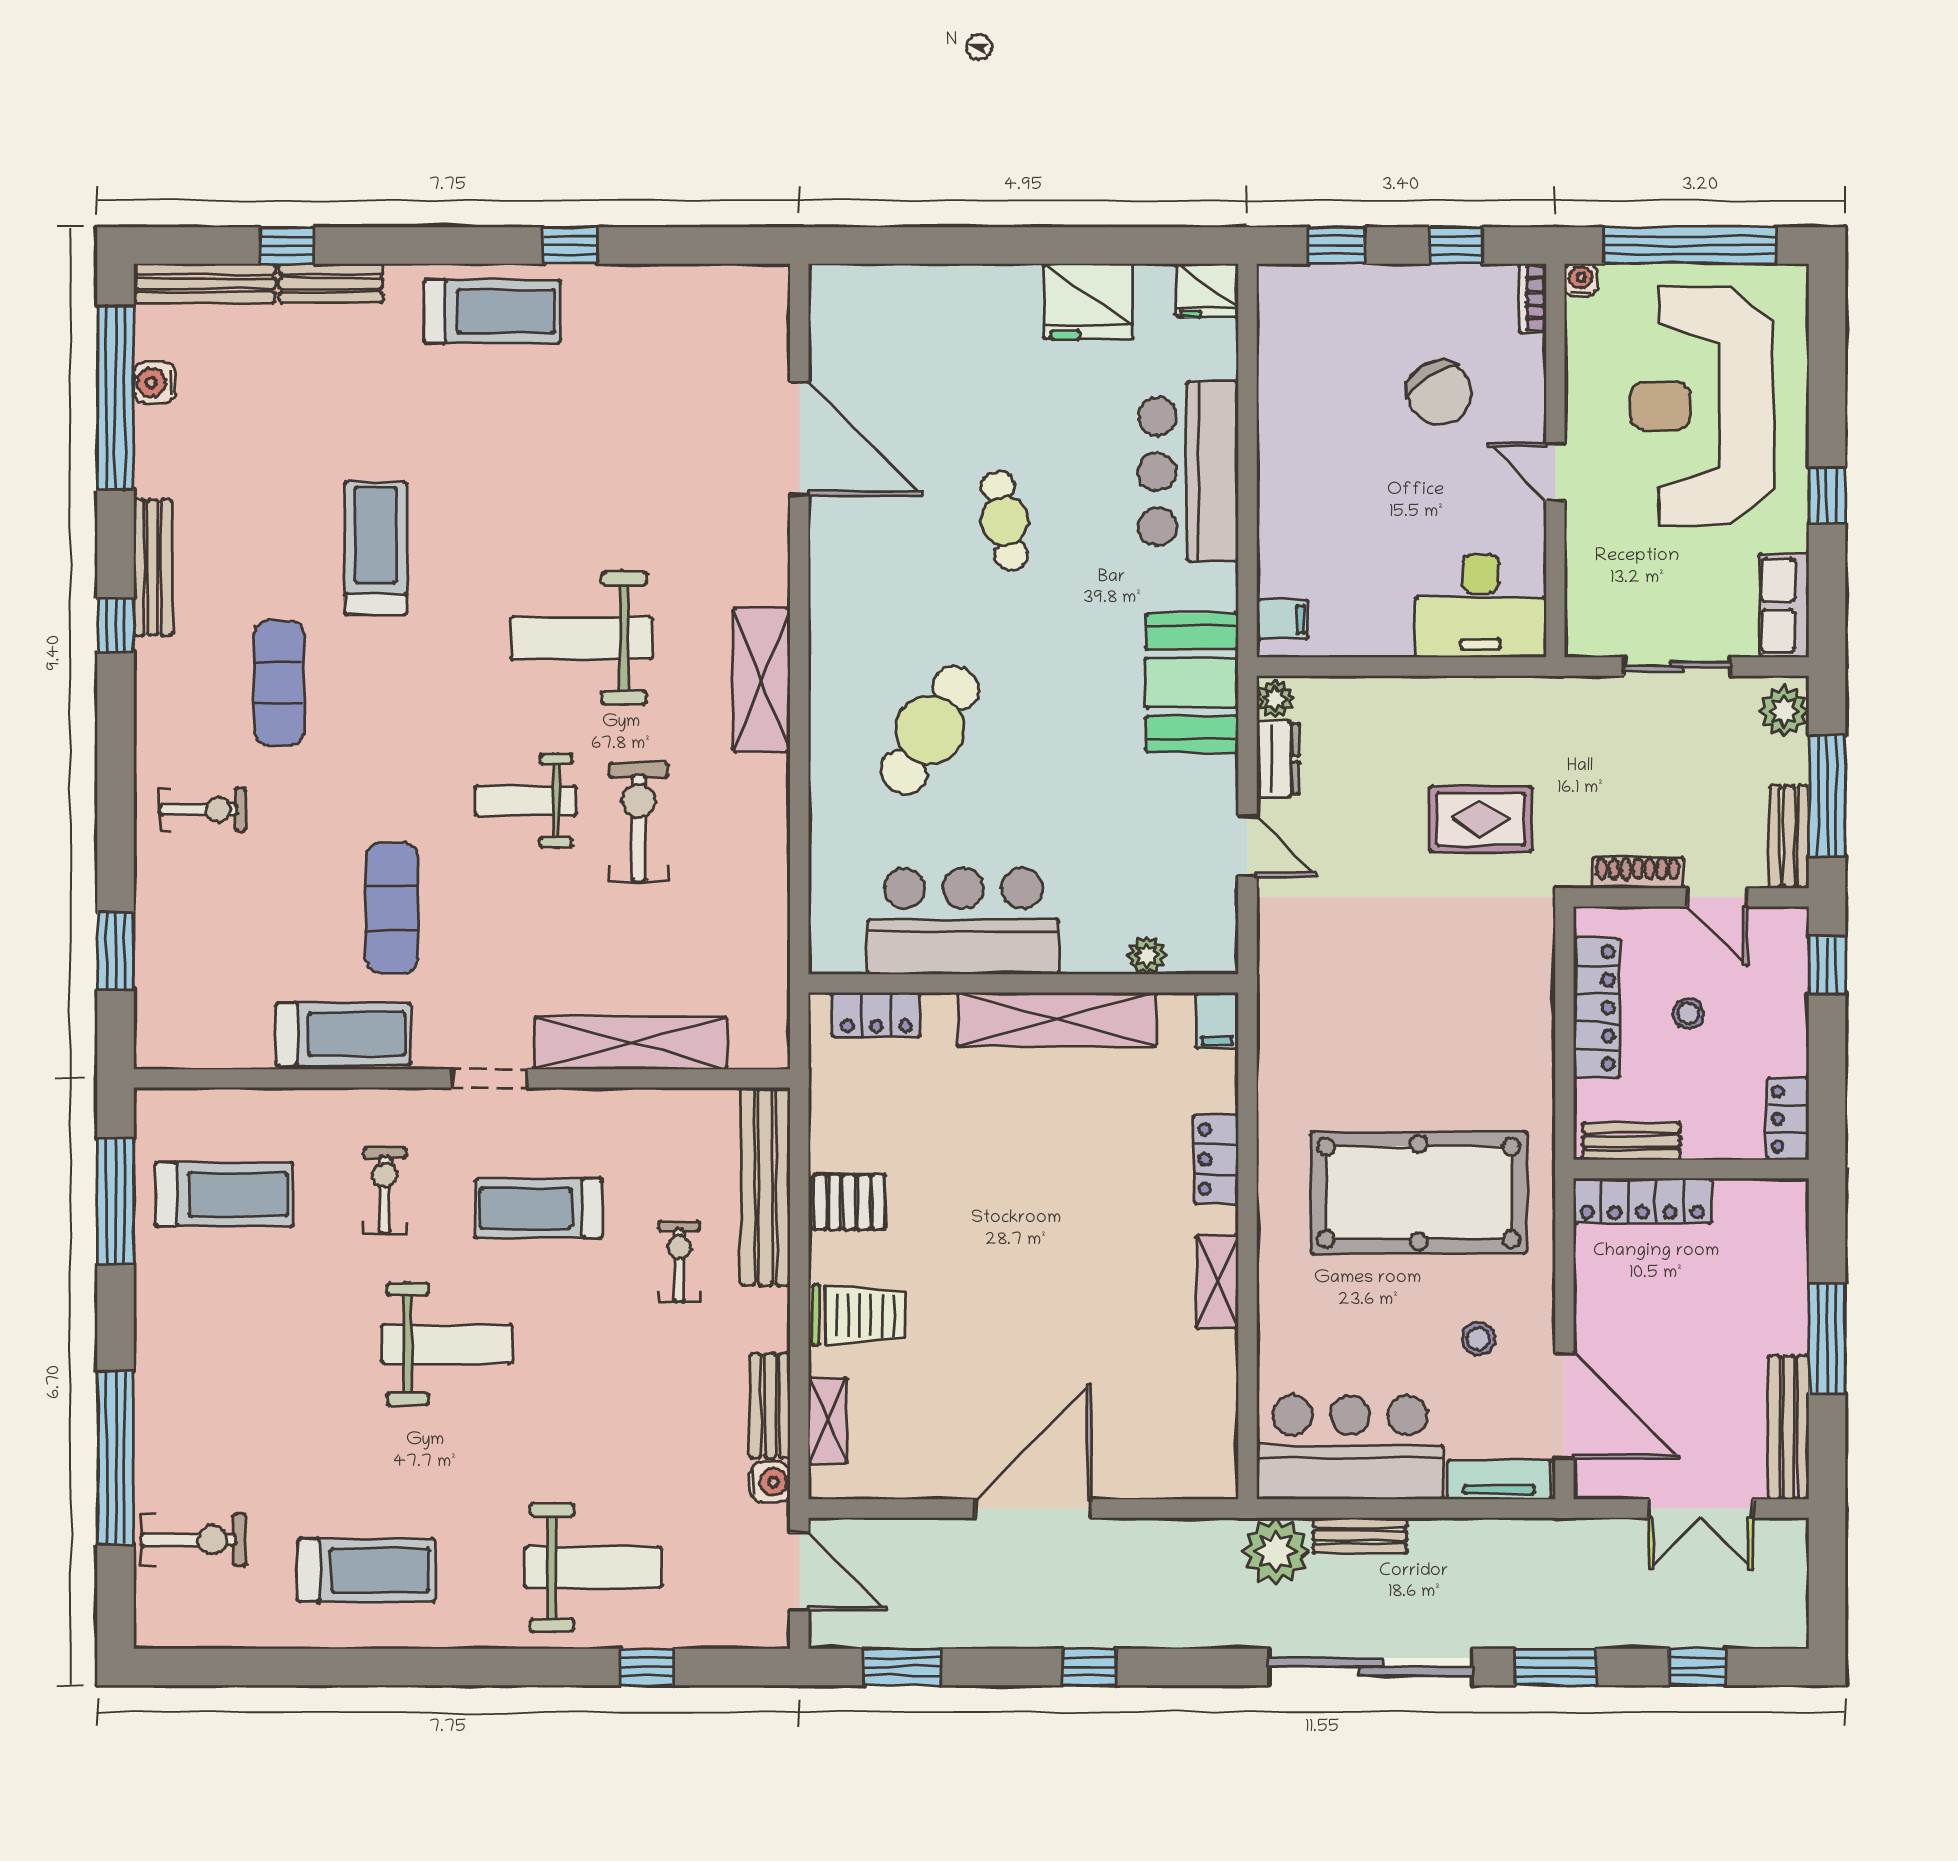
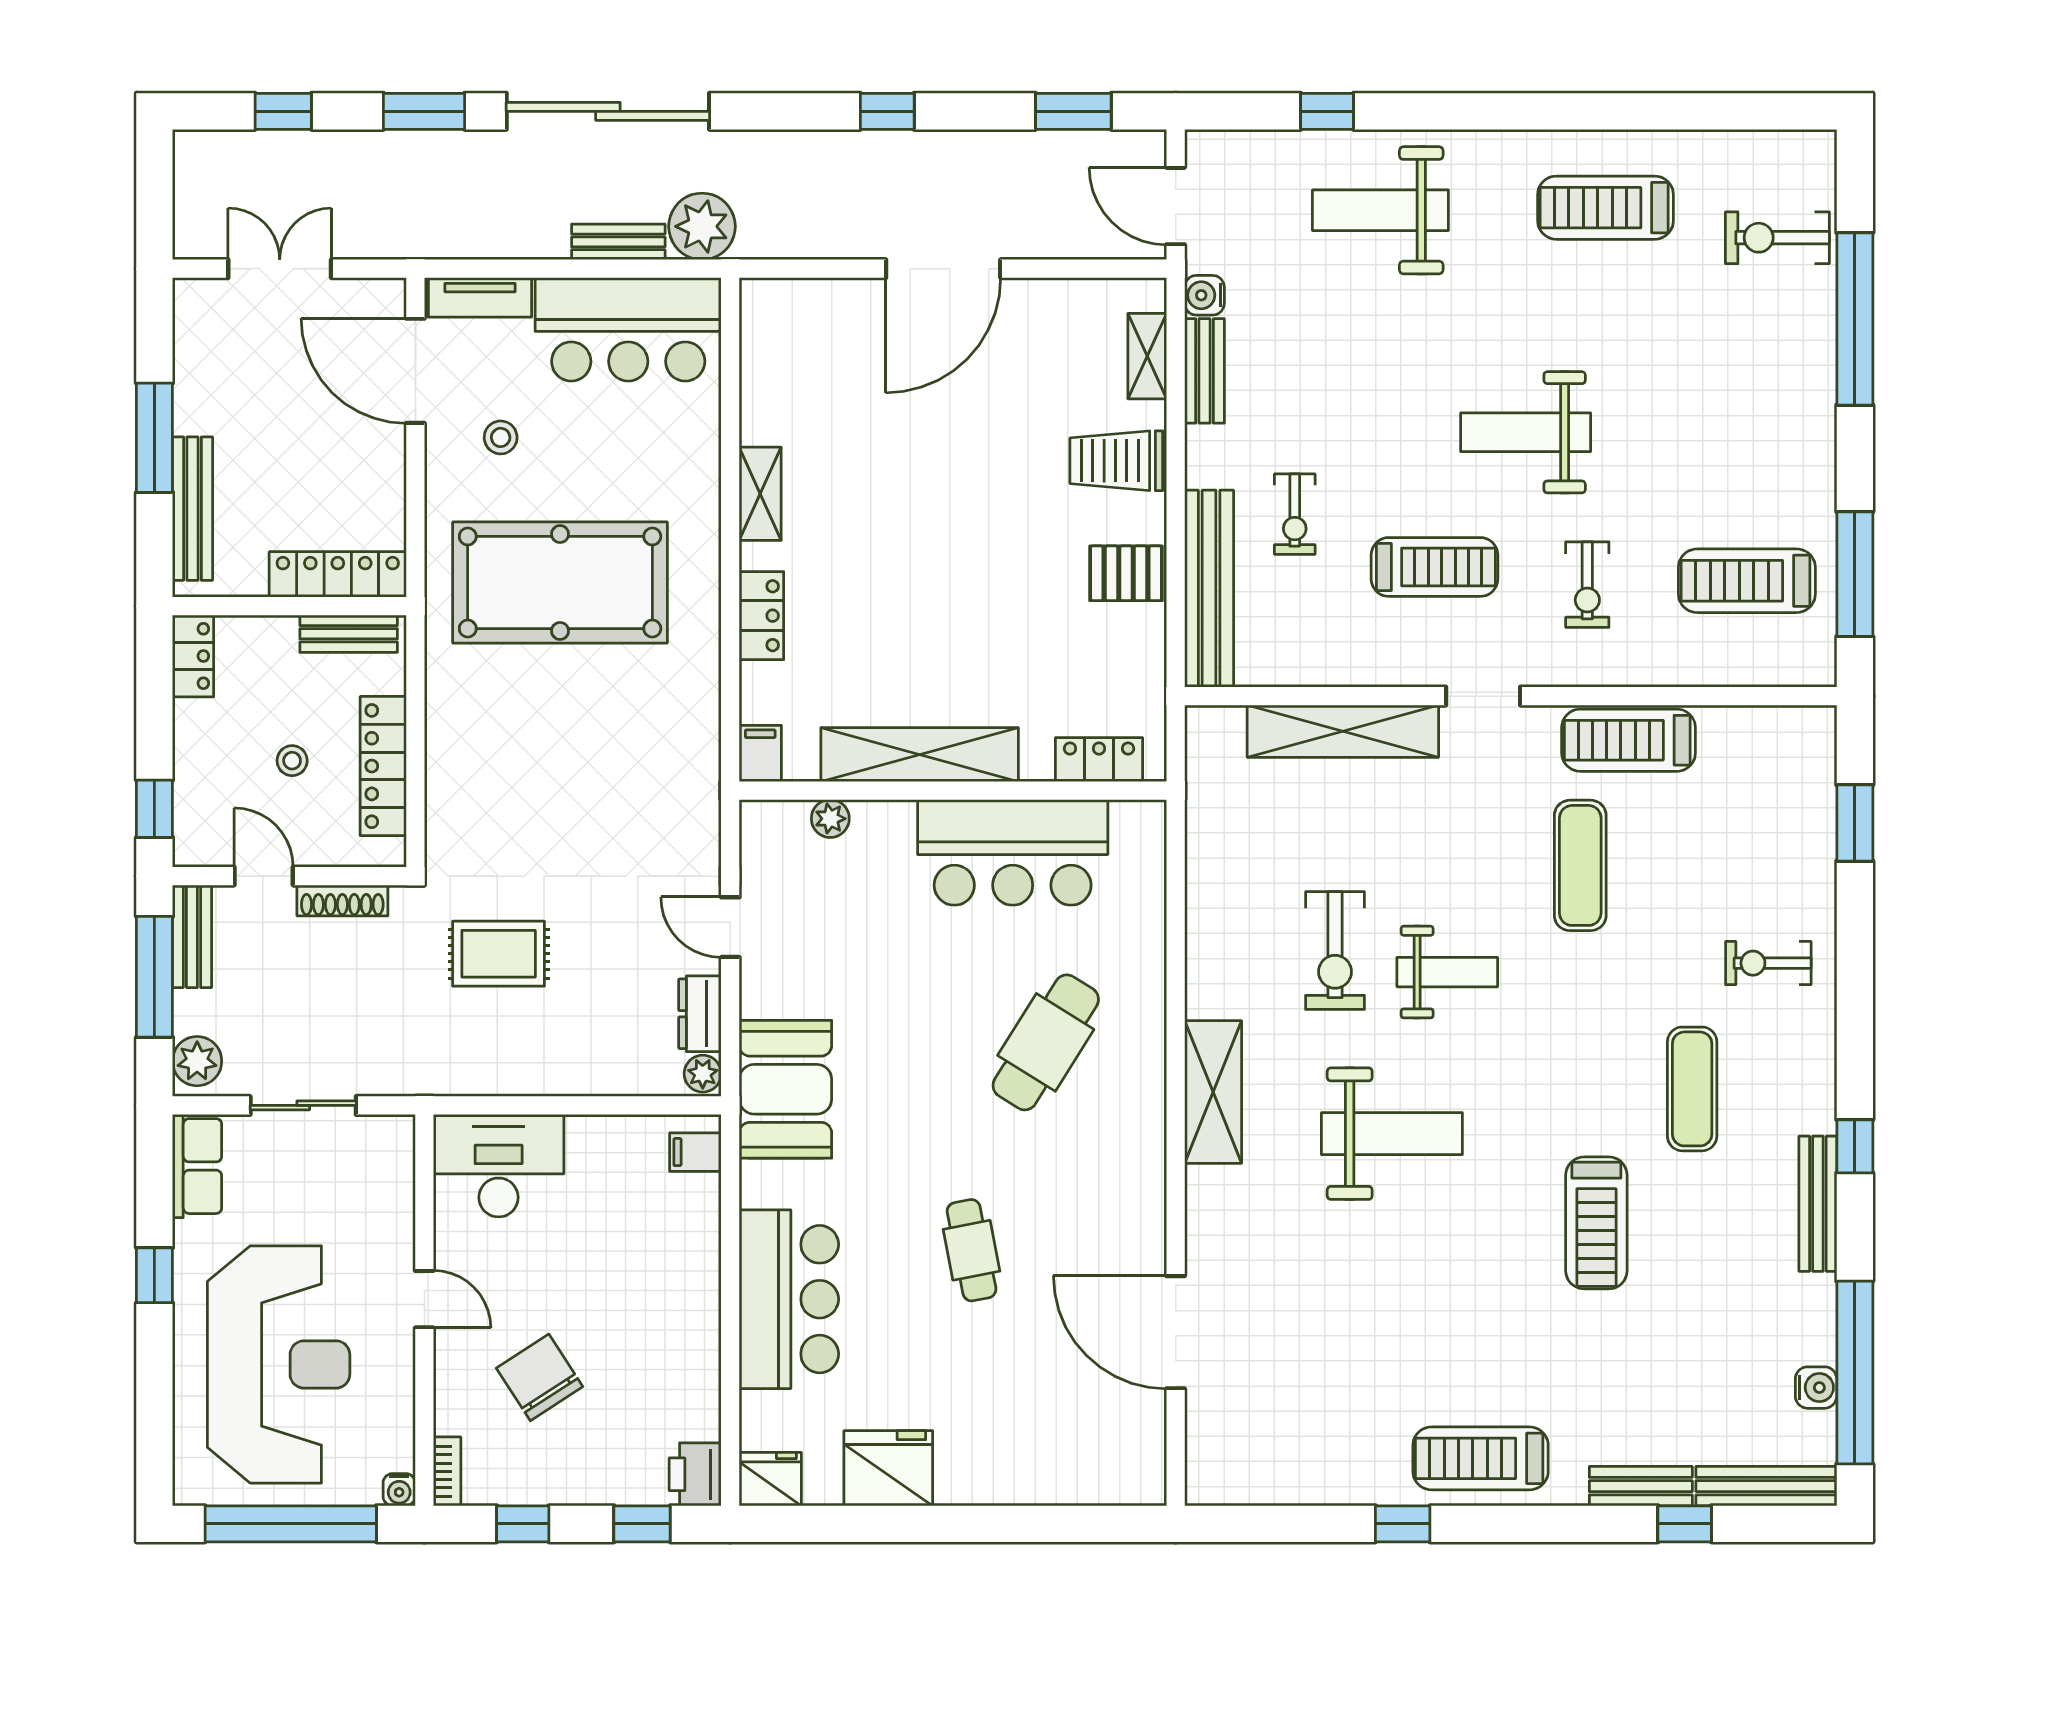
printer: (1283, 295) -> (695, 1474), added
bench: (1789, 1427) -> (192, 509), moved

